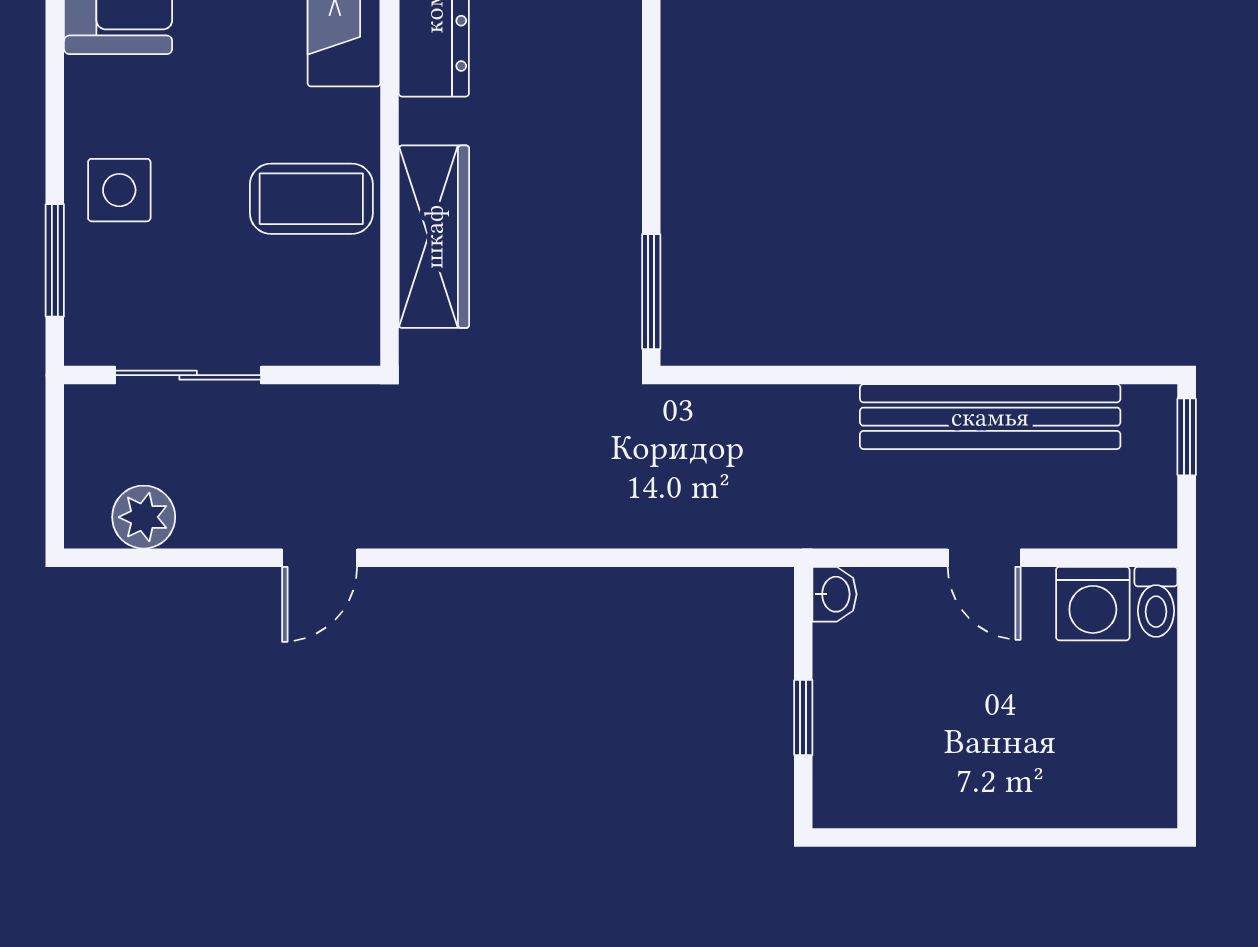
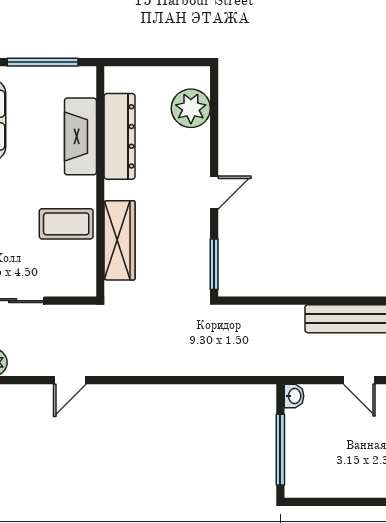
door: (651, 127) -> (214, 193), added
window: (803, 718) -> (280, 450), width x2.17

